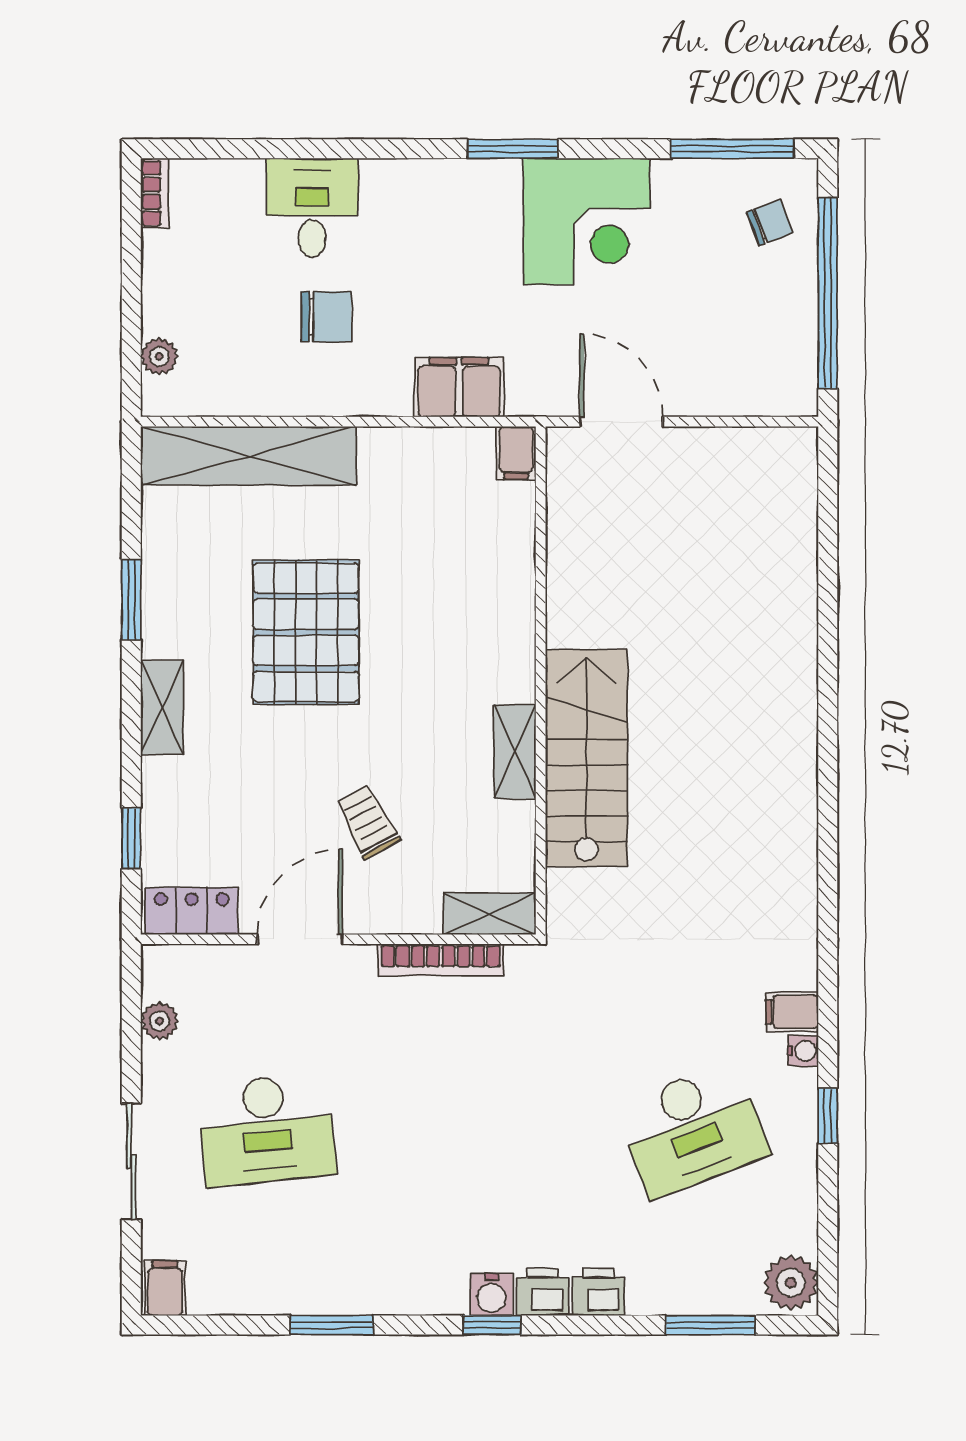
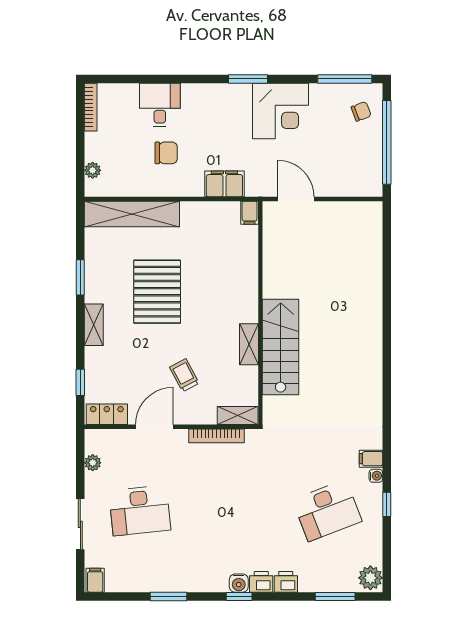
bookcase: (155, 193) -> (91, 107), width x1.56

